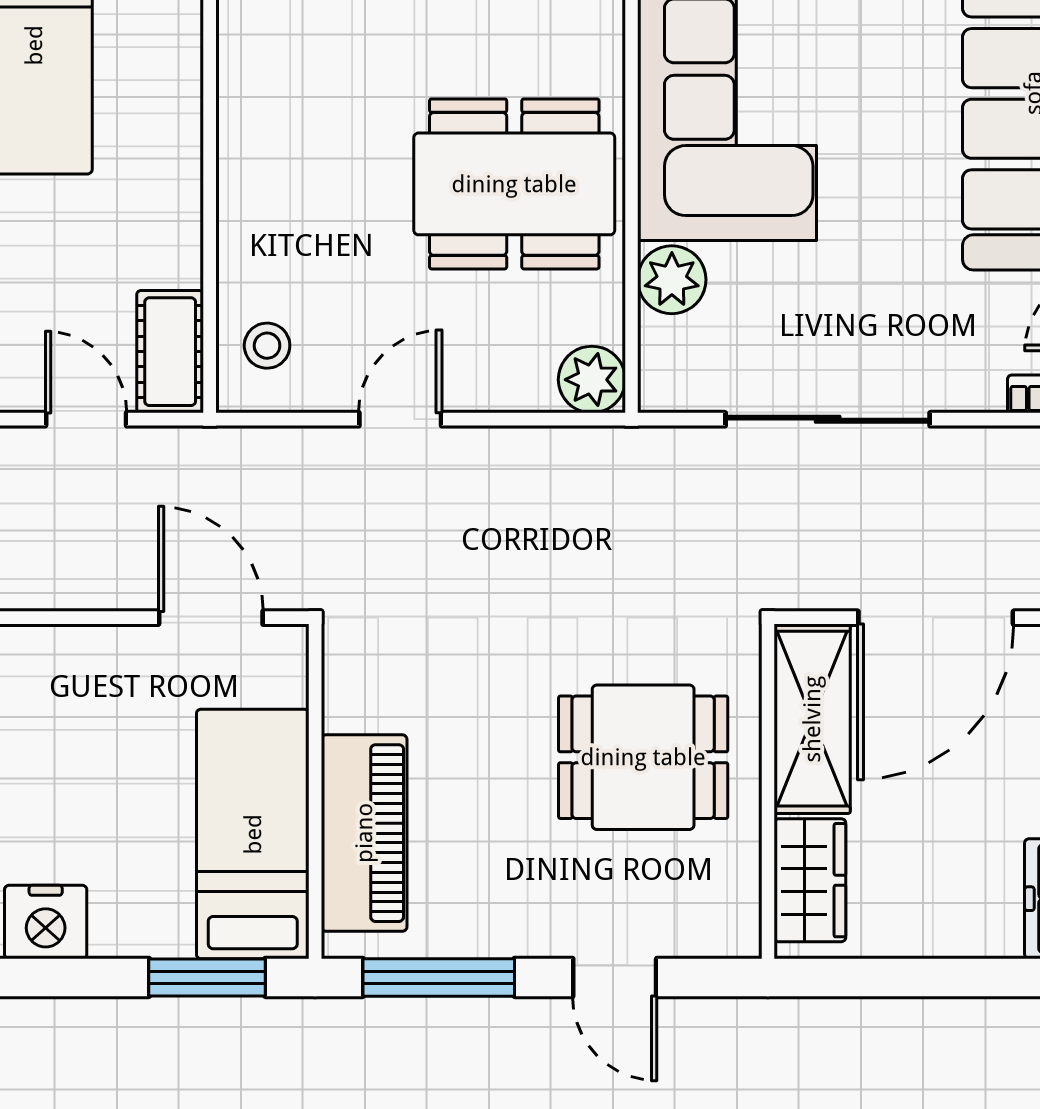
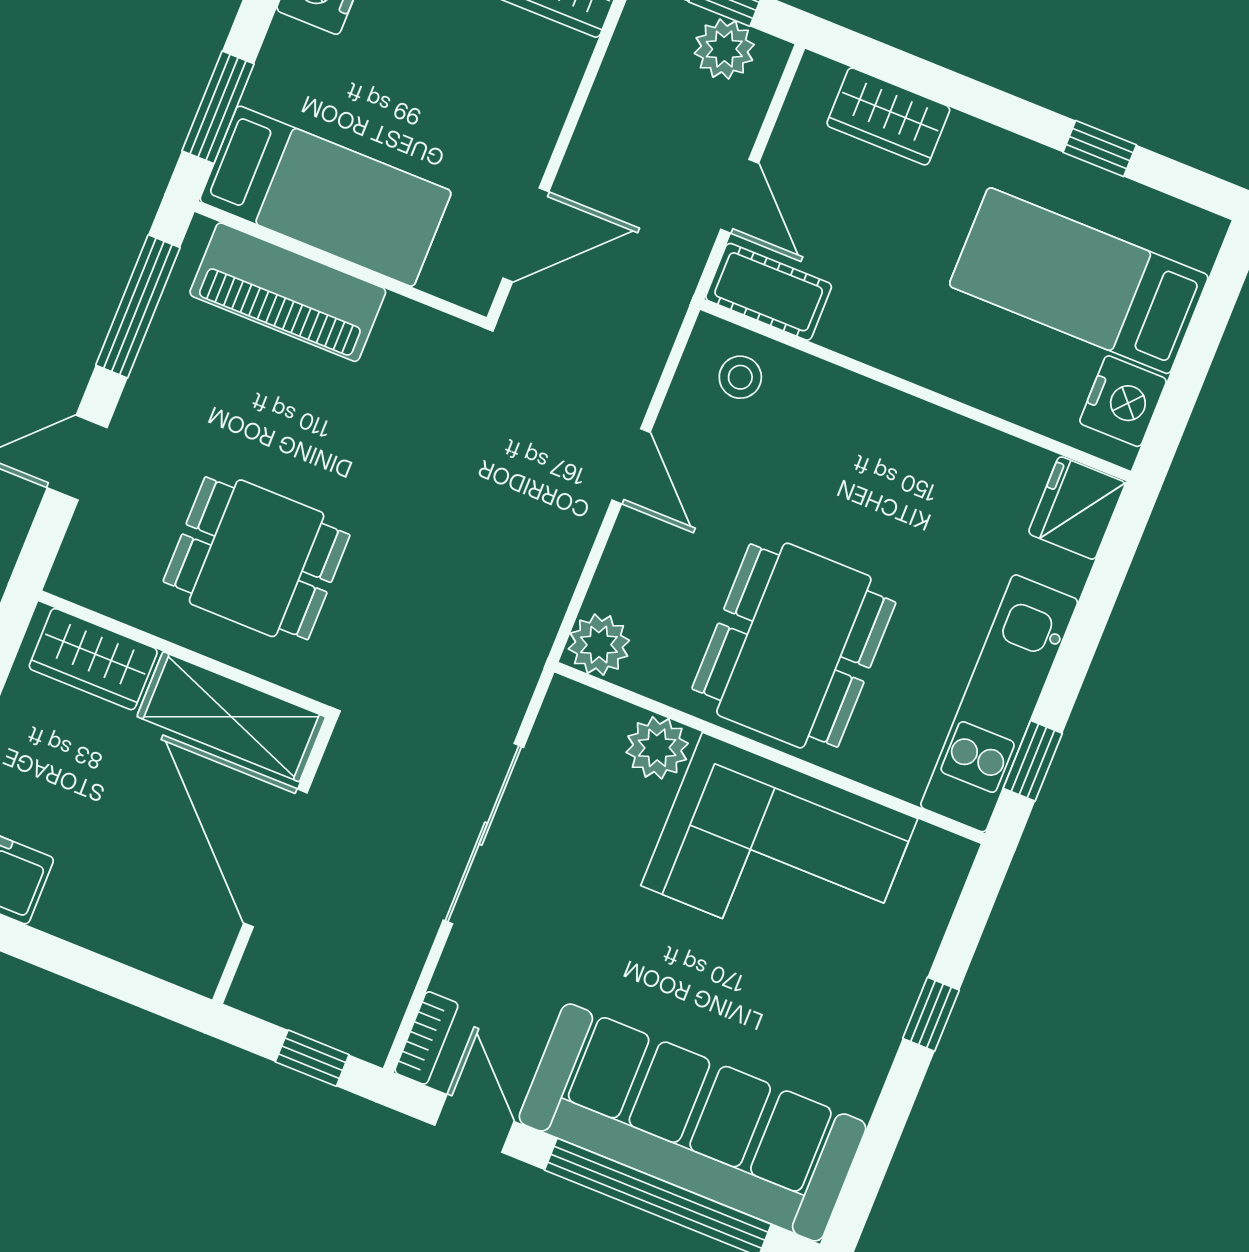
door: (86, 419) -> (740, 196), hinge flipped
dining table: (643, 757) -> (257, 558), turned 90

